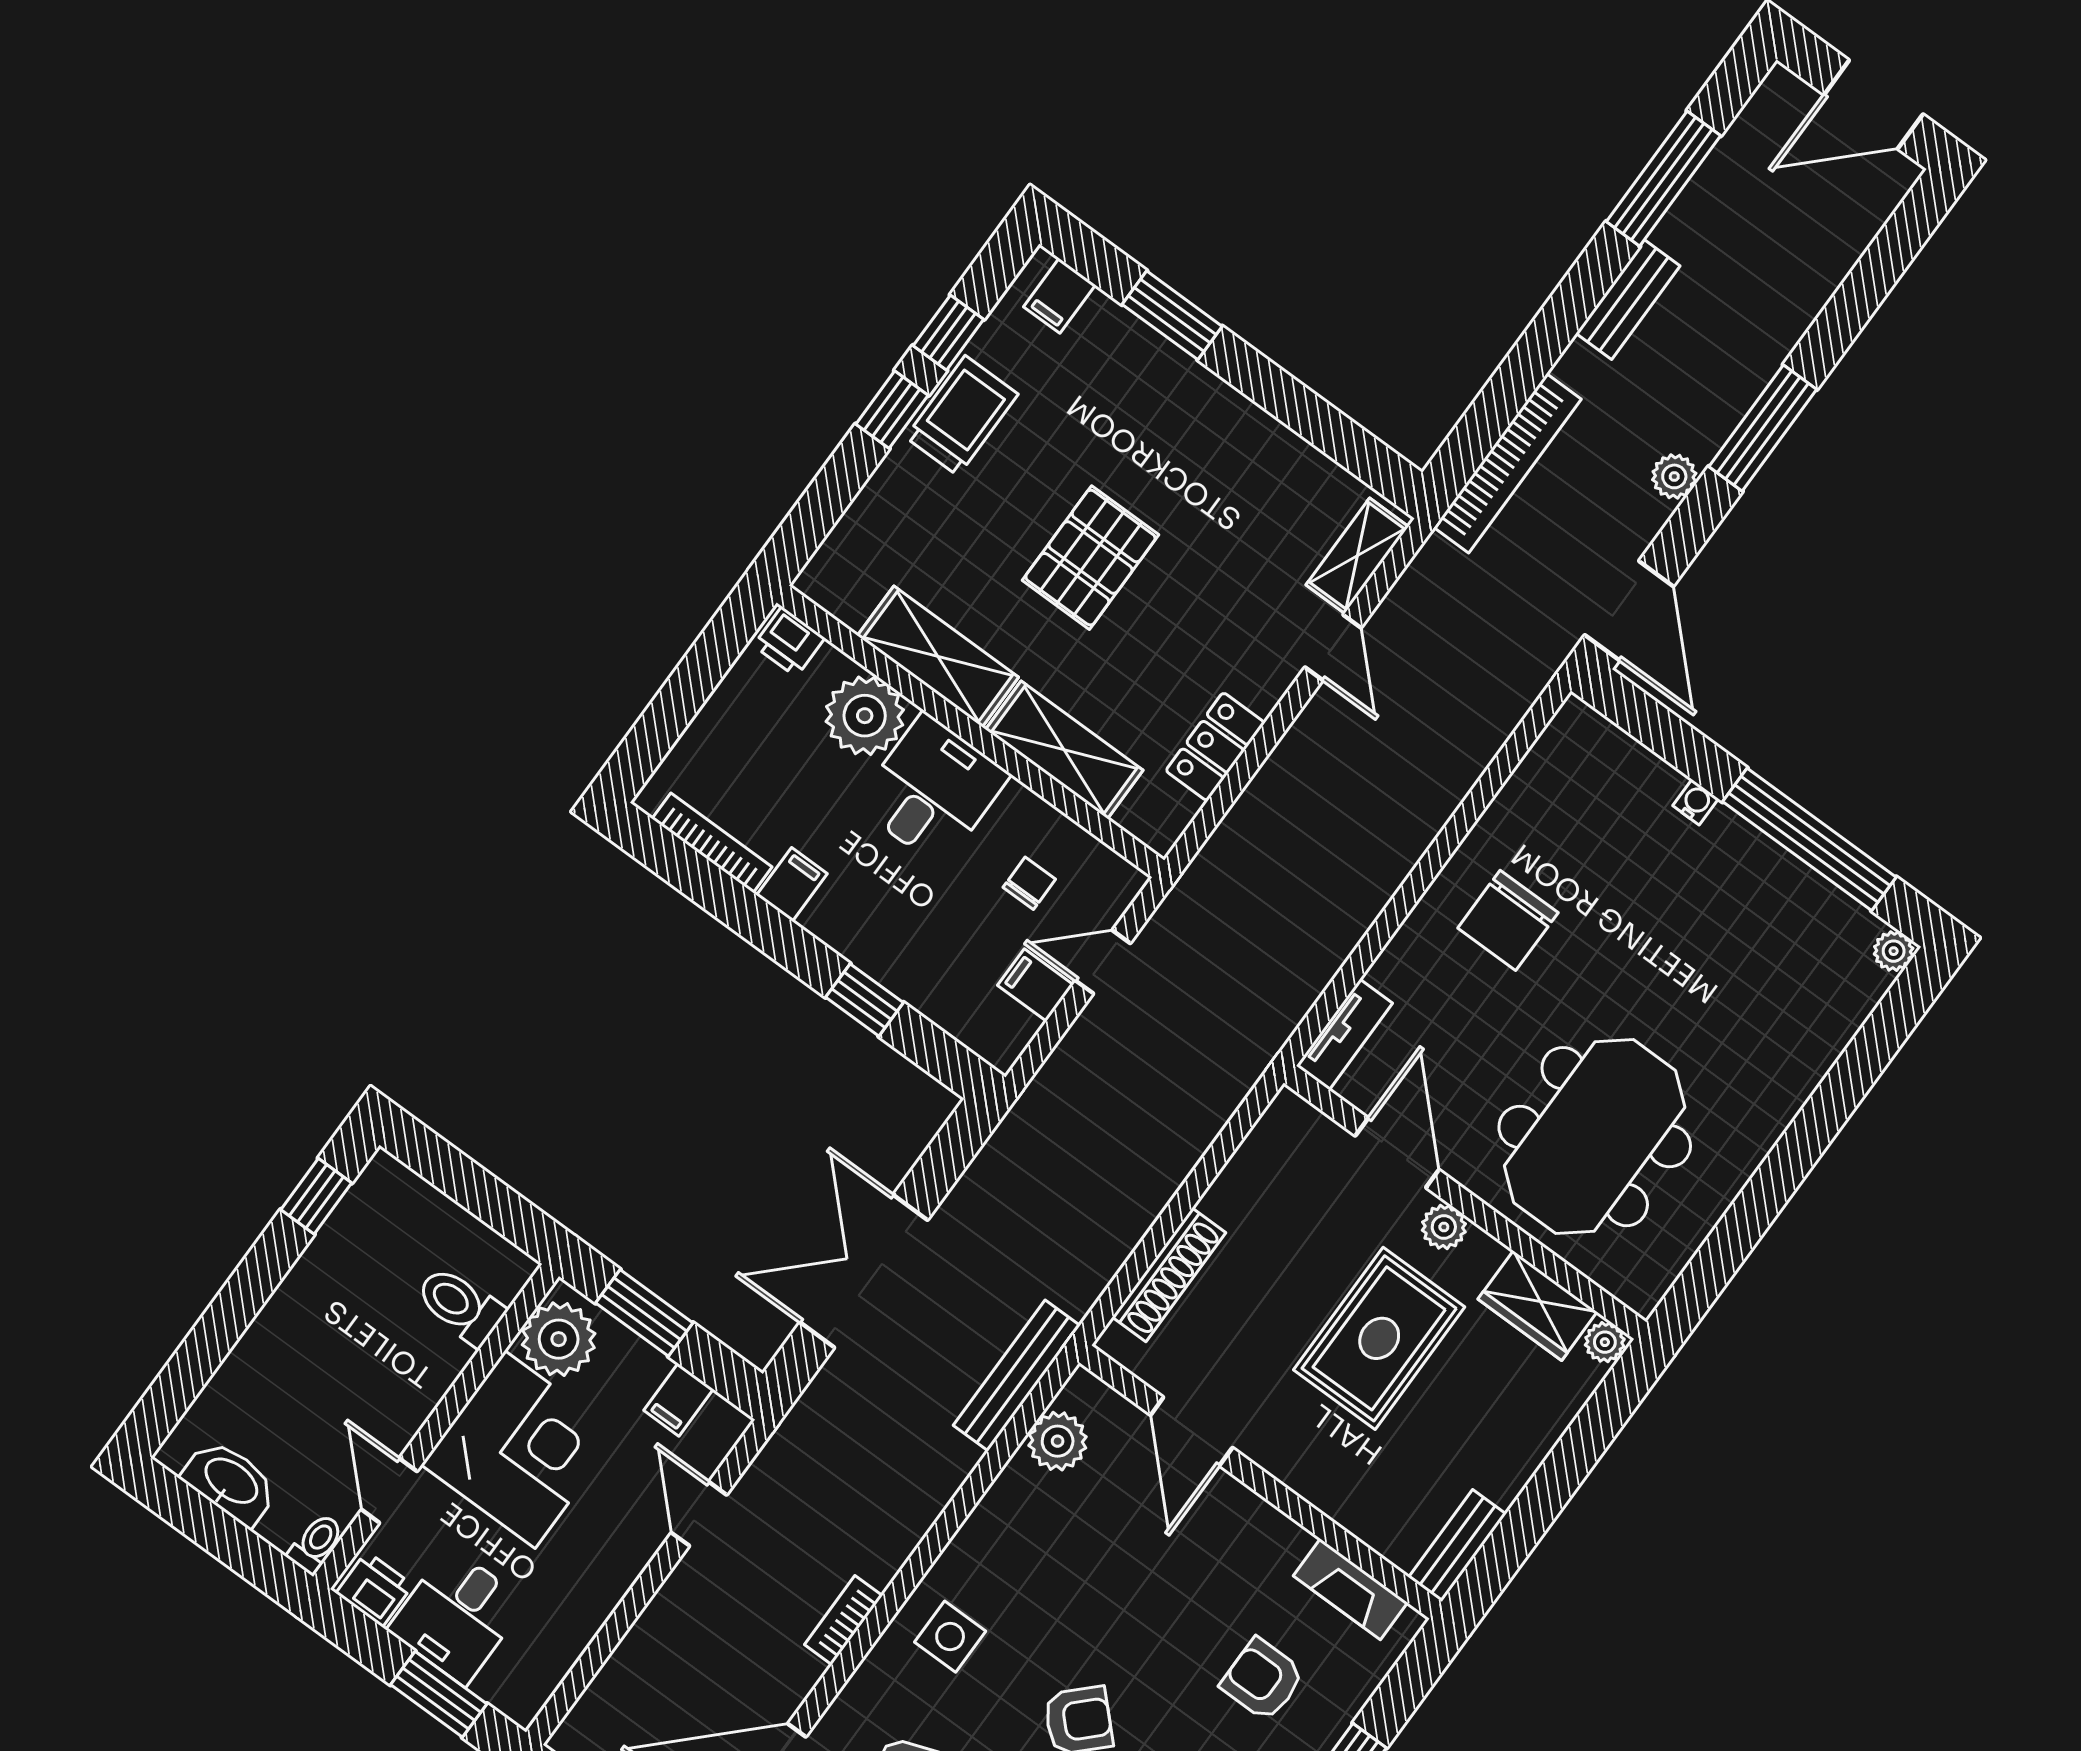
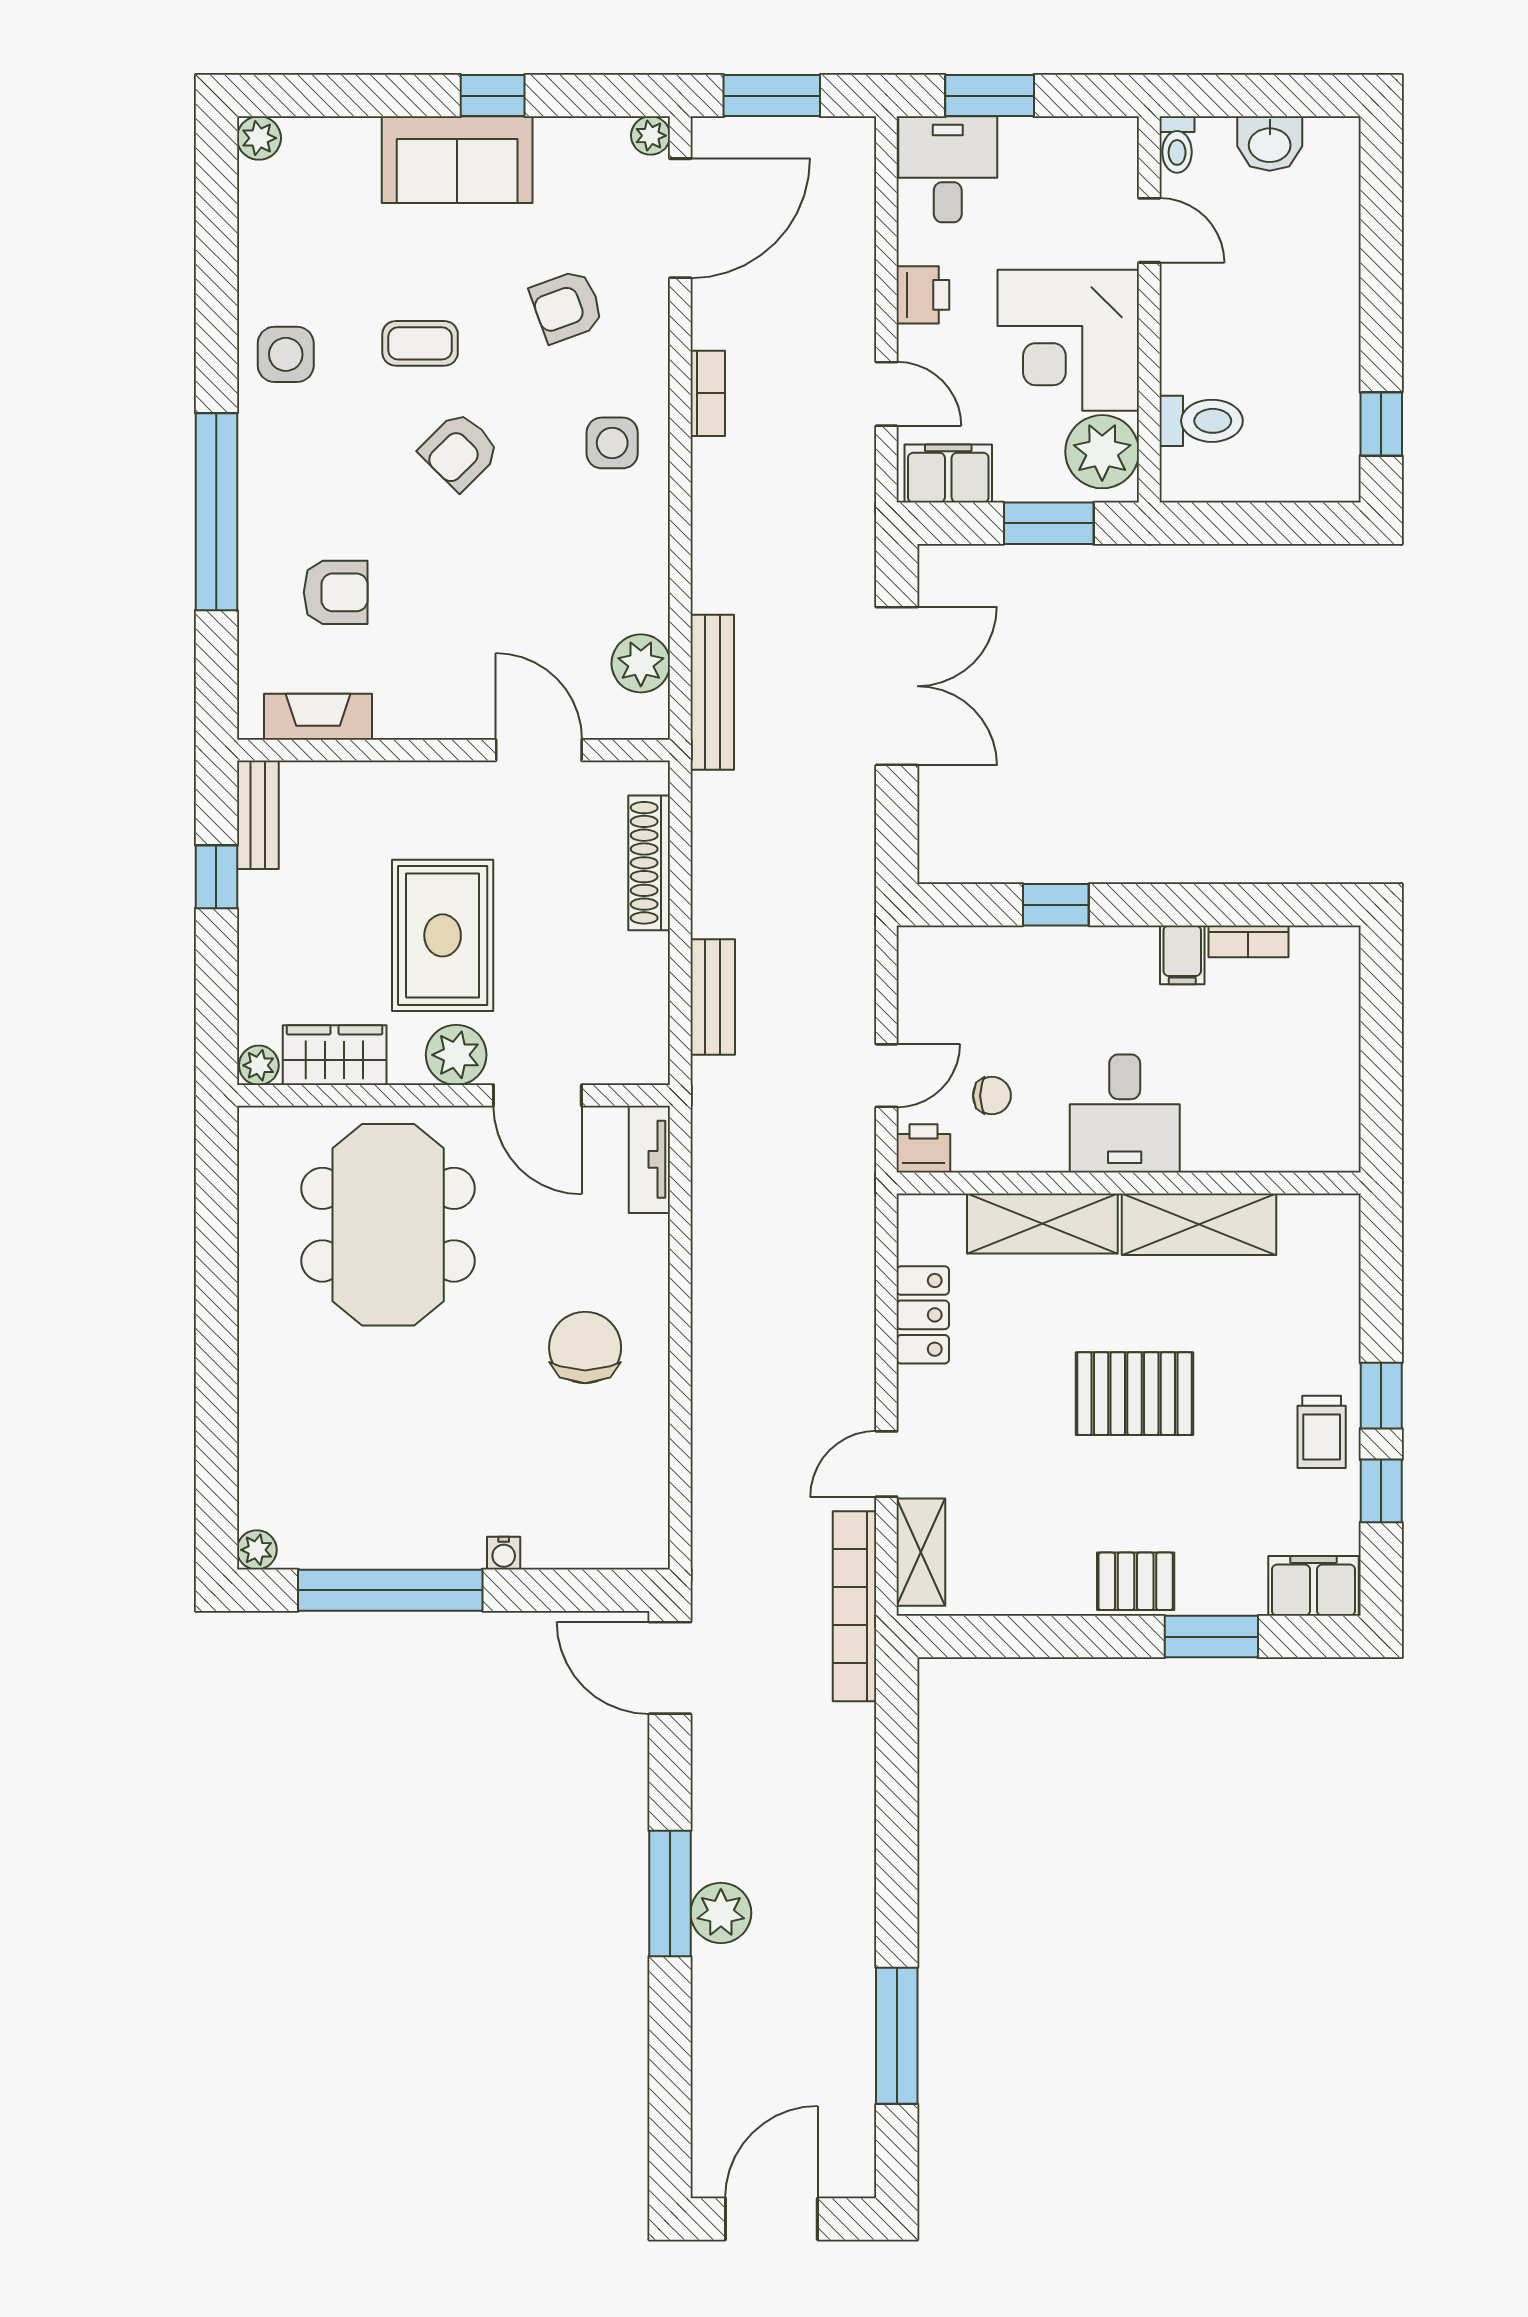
filing cabinet: (1060, 296) -> (1313, 1586), width x2.00
bench: (1628, 300) -> (713, 997), moved
pallet: (1201, 405) -> (1136, 1581), added
trolley: (962, 416) -> (1322, 1432), width x0.73, depth x0.72
bookcase: (1508, 463) -> (855, 1606), moved
plant: (1674, 476) -> (721, 1913), moved, width x1.38, depth x1.38
pallet: (1090, 558) -> (1135, 1394), turned 90
printer: (789, 642) -> (923, 1148), moved
door: (1333, 648) -> (886, 1464), hinge flipped
plant: (865, 716) -> (1223, 1133), removed
bookcase: (712, 843) -> (1248, 941), width x0.64
chair: (1029, 883) -> (992, 1096), turned -90
filing cabinet: (1035, 985) -> (927, 1017), removed
plant: (1444, 1227) -> (456, 1055), width x1.38, depth x1.38
filing cabinet: (678, 1400) -> (948, 474), width x2.00
washbasin: (230, 1482) -> (1270, 144), width x0.72
window: (1528, 1520) -> (216, 877), added
printer: (374, 1589) -> (923, 295), moved, turned -90
desk: (457, 1616) -> (948, 169), moved

